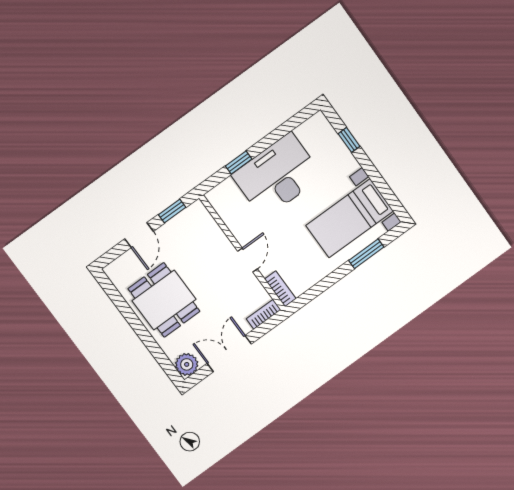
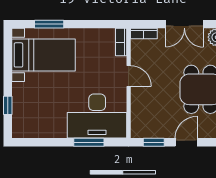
window: (239, 163) -> (89, 142), width x1.50
desk: (277, 176) -> (97, 116), moved
door: (248, 260) -> (129, 76), swing flipped

